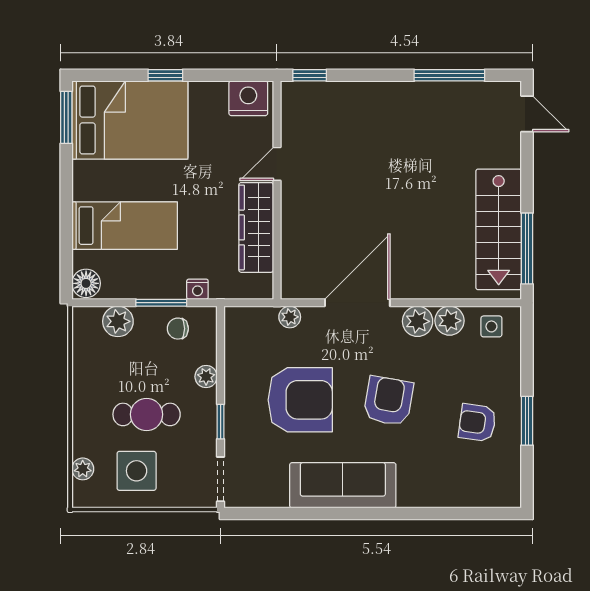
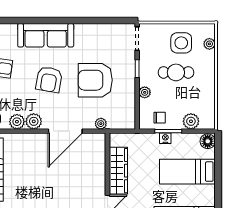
nightstand: (197, 289) -> (165, 138), moved
sofa: (343, 485) -> (46, 35), moved

